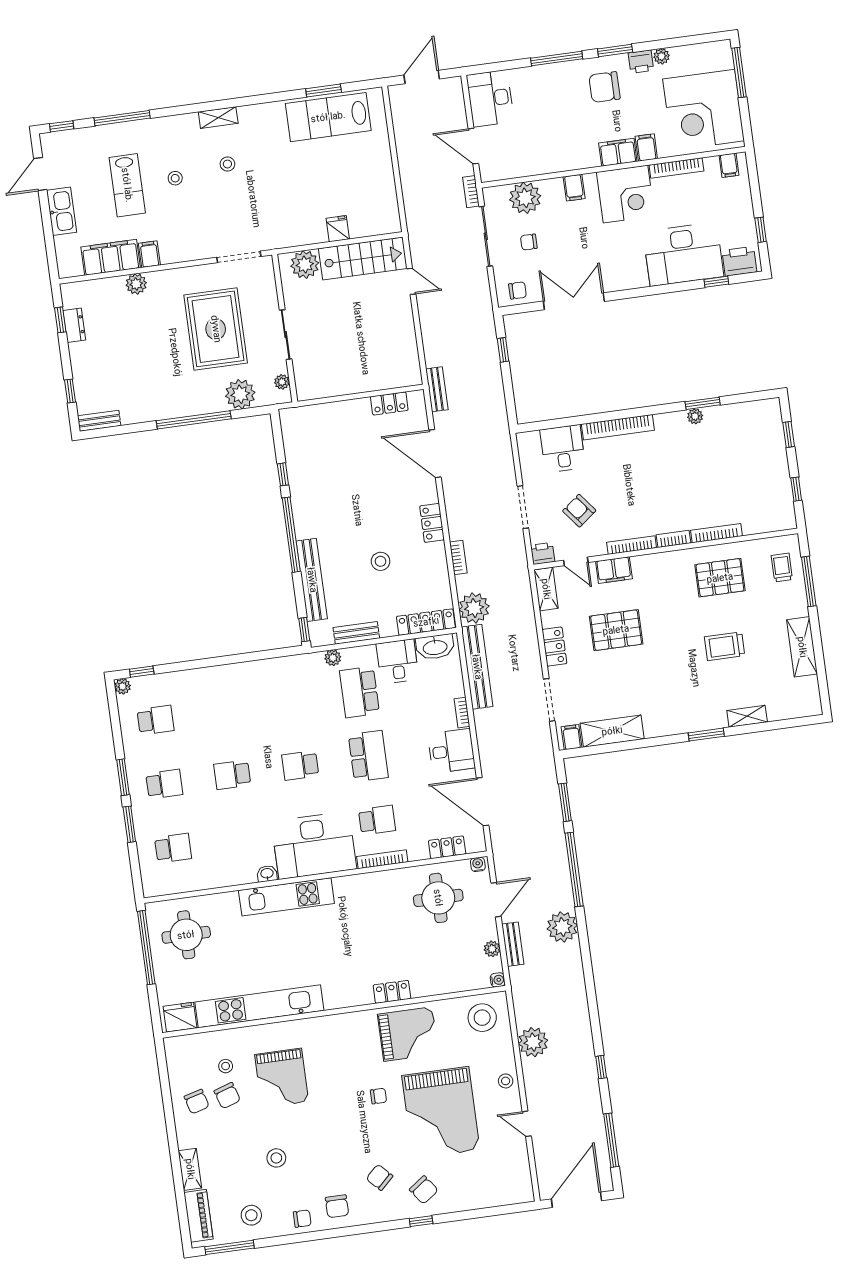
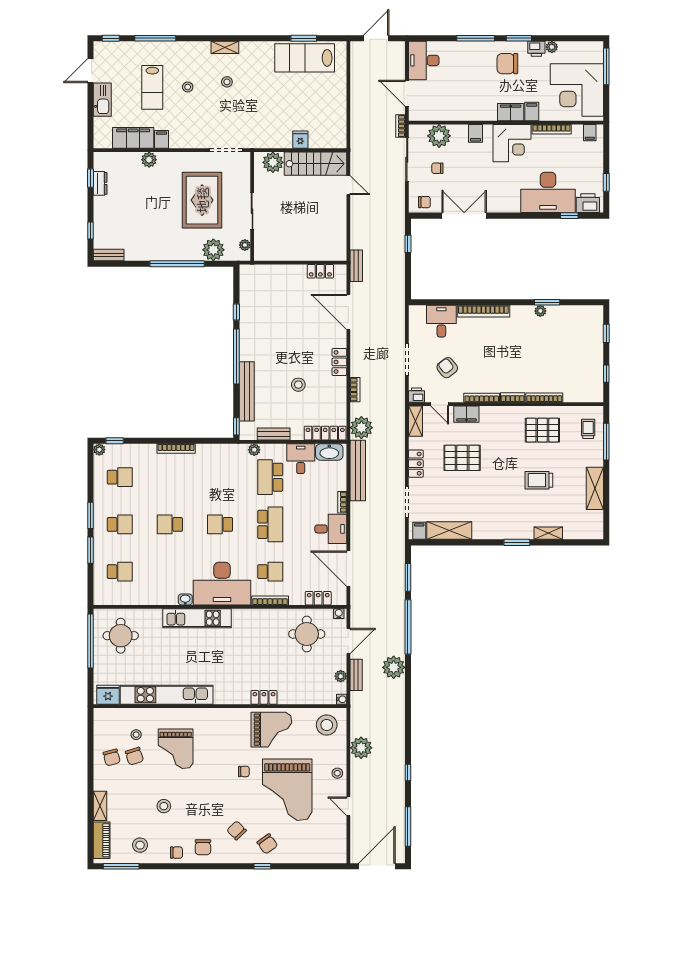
bookcase: (227, 671) -> (176, 449), added

